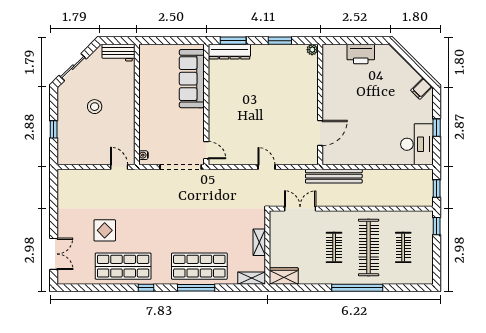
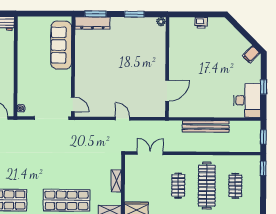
printer: (361, 54) -> (201, 23), width x0.53, depth x0.68
bench: (334, 176) -> (206, 127), moved

